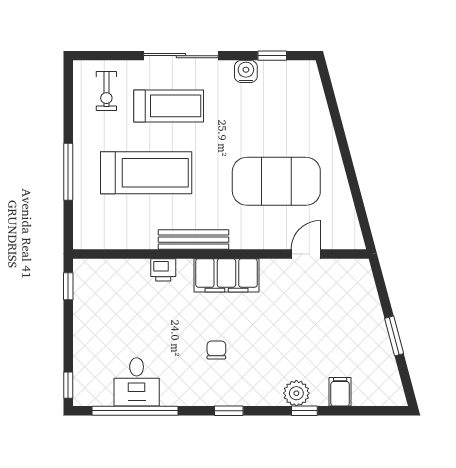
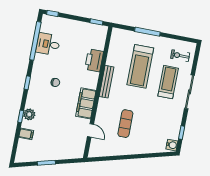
water cooler: (246, 71) -> (172, 145), moved
treadmill: (169, 106) -> (168, 82), turned 180
exercise mat: (276, 181) -> (125, 124), width x0.50, depth x0.69
printer: (163, 270) -> (94, 60), width x1.87, depth x1.48
filing cabinet: (226, 275) -> (86, 103), moved

